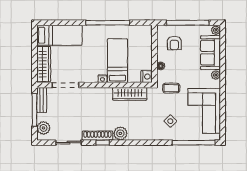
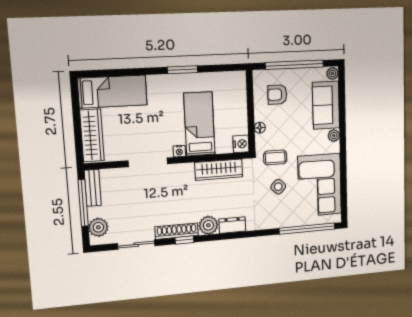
window: (108, 23) -> (182, 70), width x0.47
armchair: (174, 43) -> (277, 94), turned 90
doorway: (65, 85) -> (148, 162), moved
side table: (170, 121) -> (278, 187), moved
dresser: (138, 135) -> (232, 225), added

